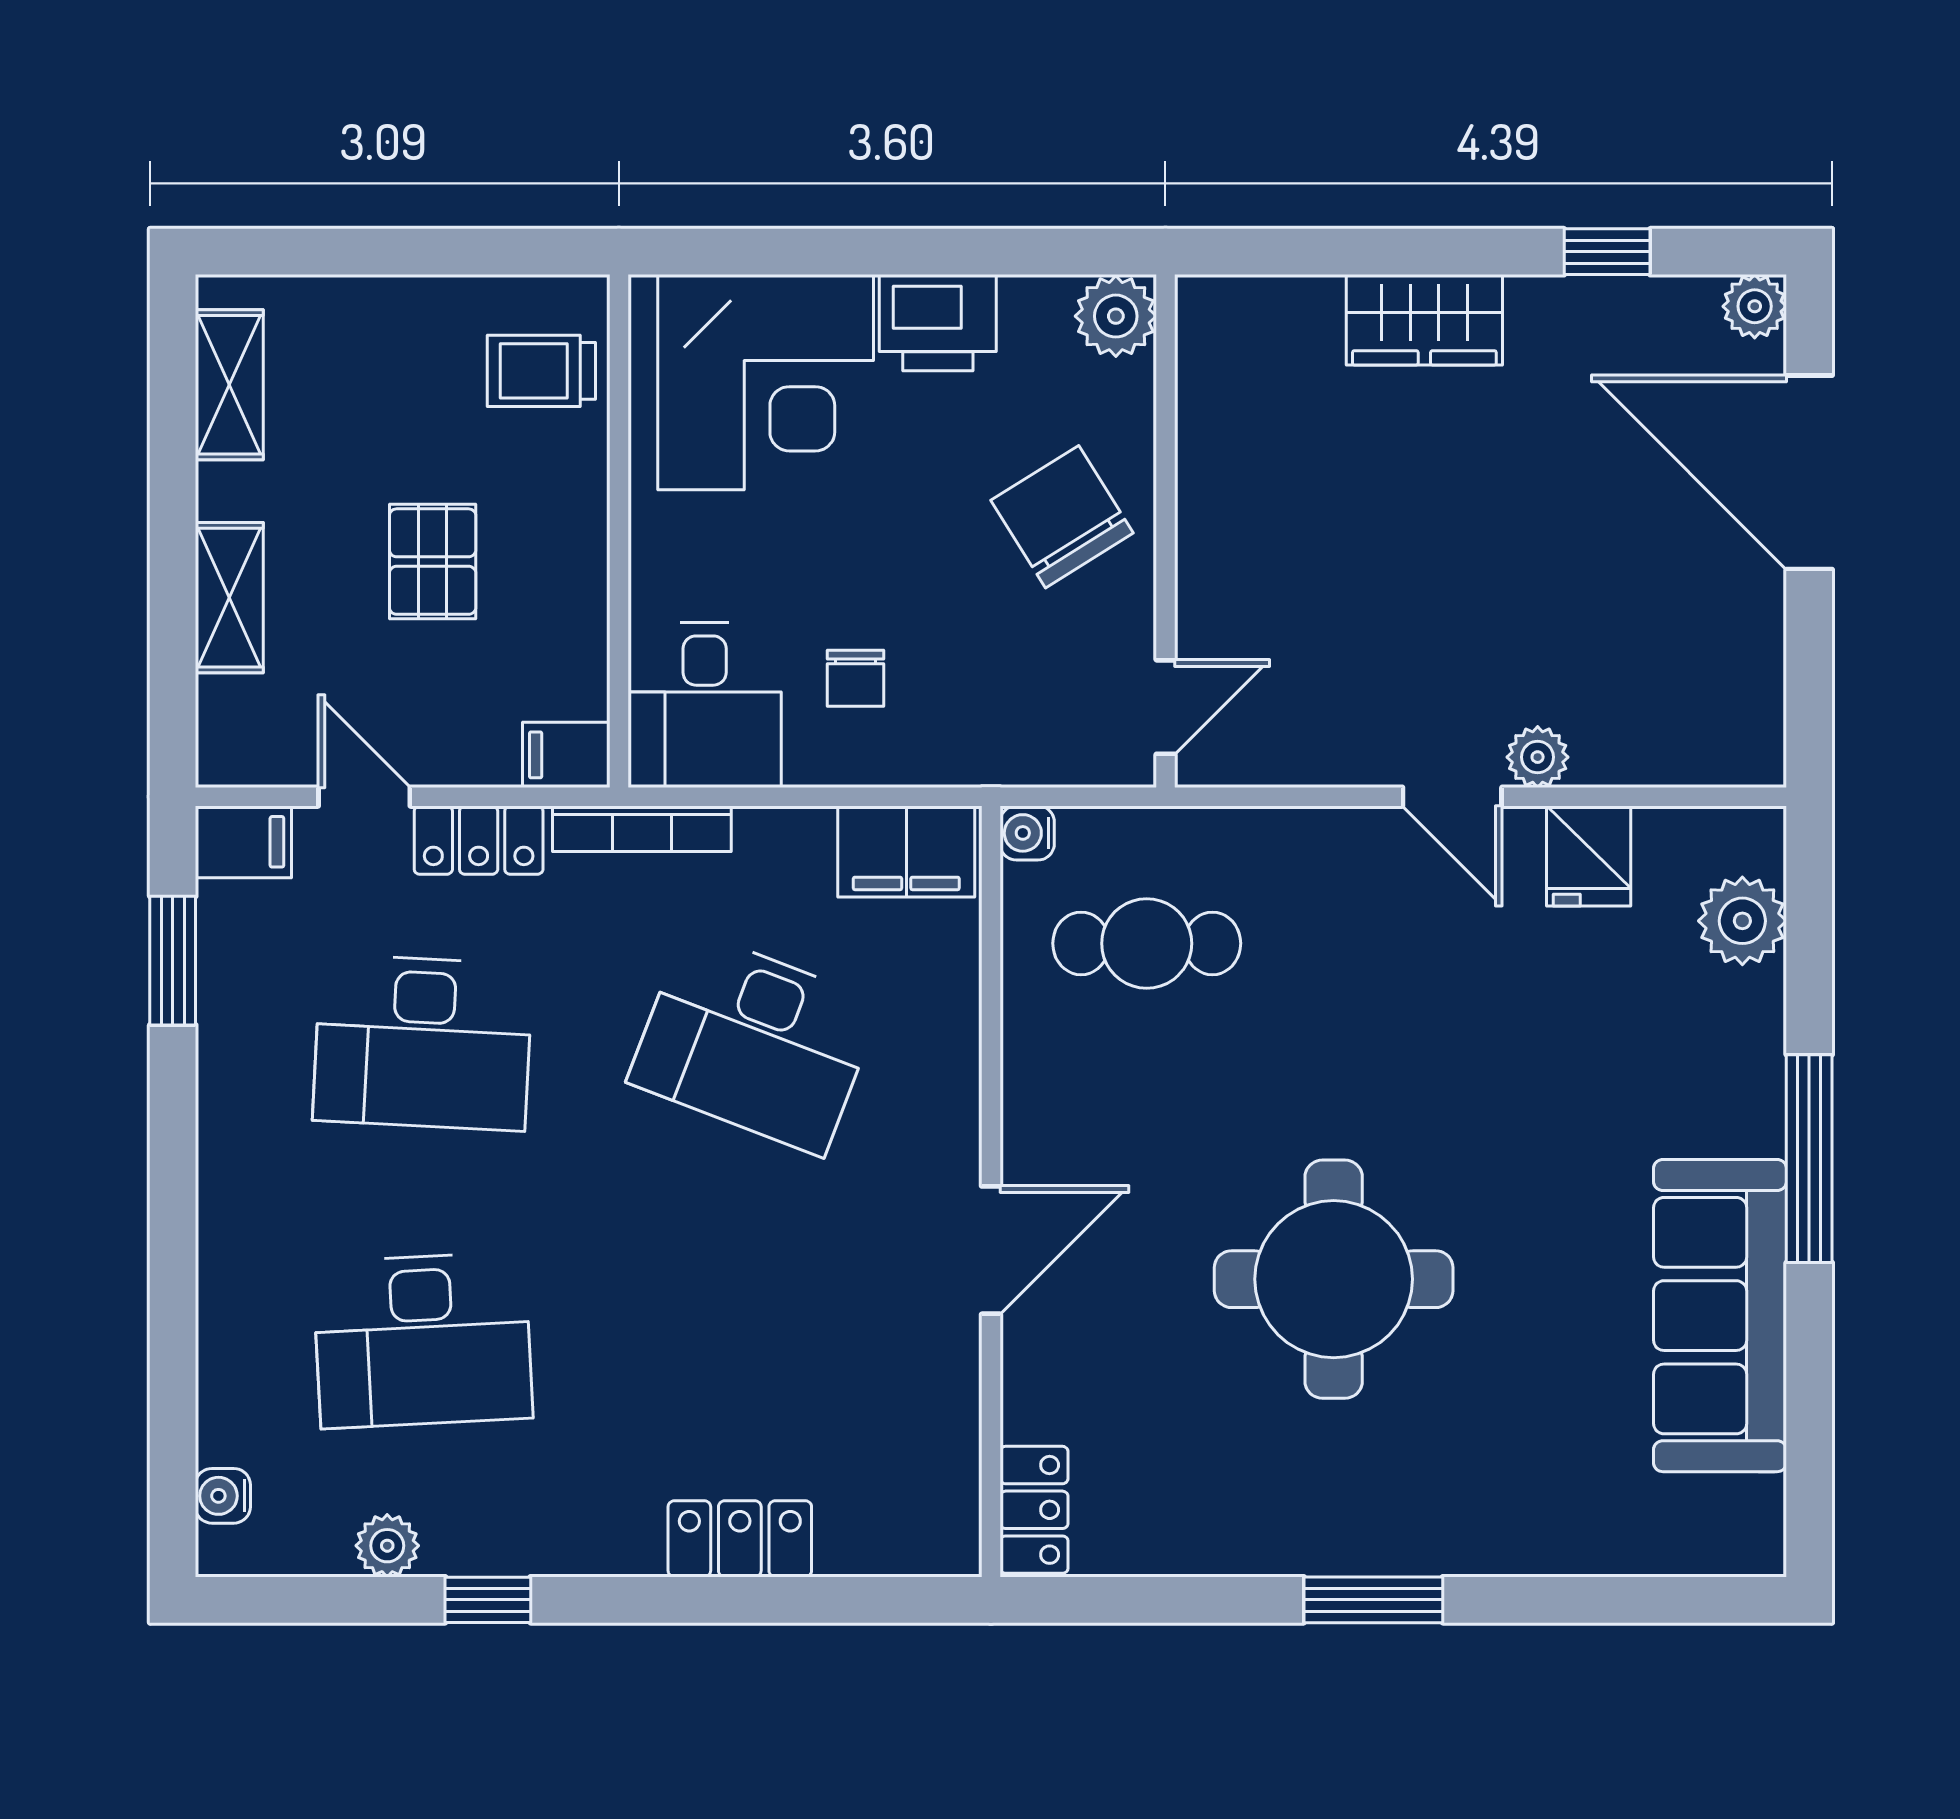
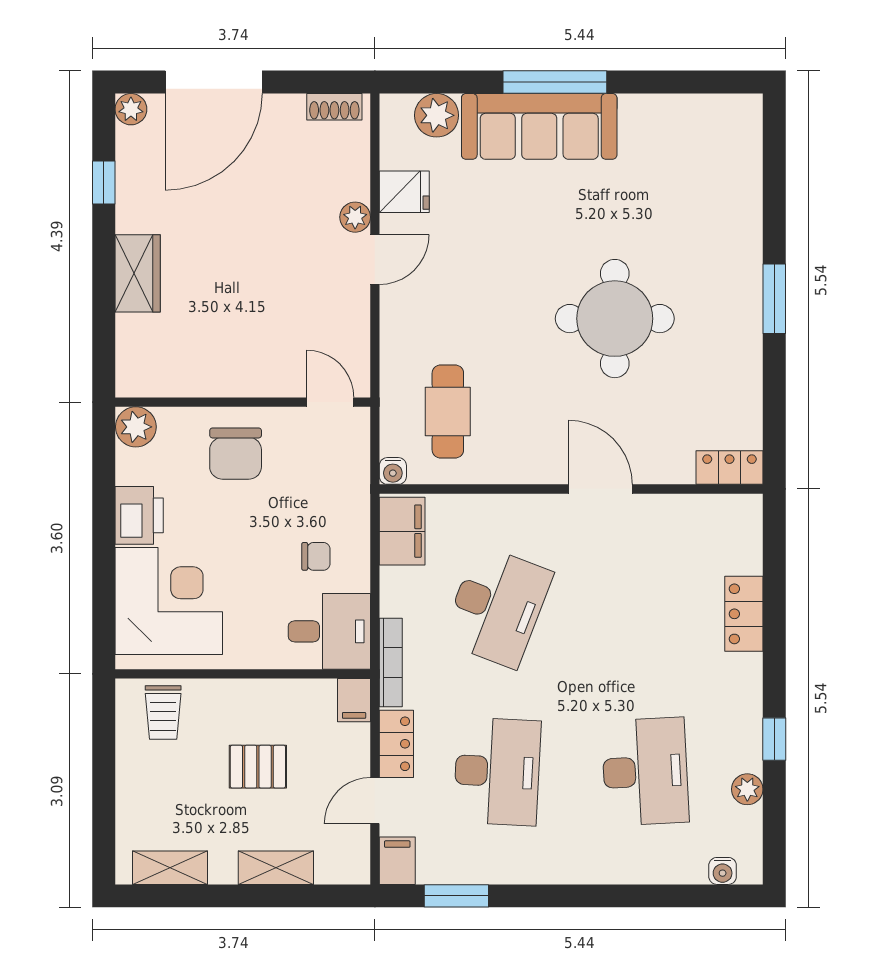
chair: (1062, 517) -> (236, 454), turned -58
shoe rack: (1760, 715) -> (334, 107), added
sofa: (1720, 1316) -> (539, 126), moved

